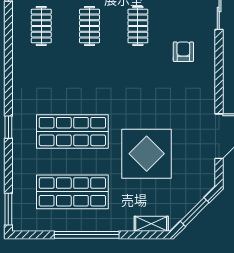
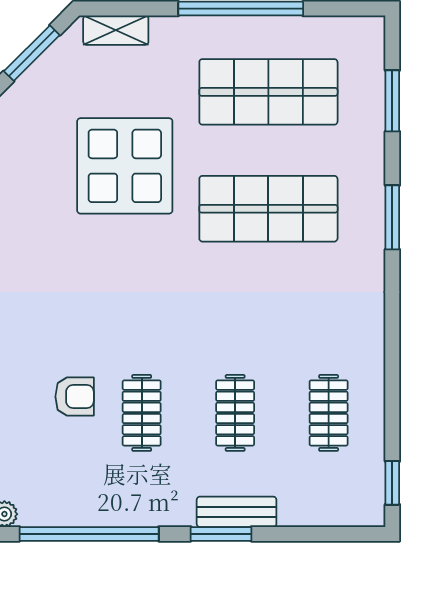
armchair: (183, 52) -> (75, 397), moved, turned -90
window: (8, 127) -> (392, 217), width x1.50
window: (8, 209) -> (392, 101), moved

